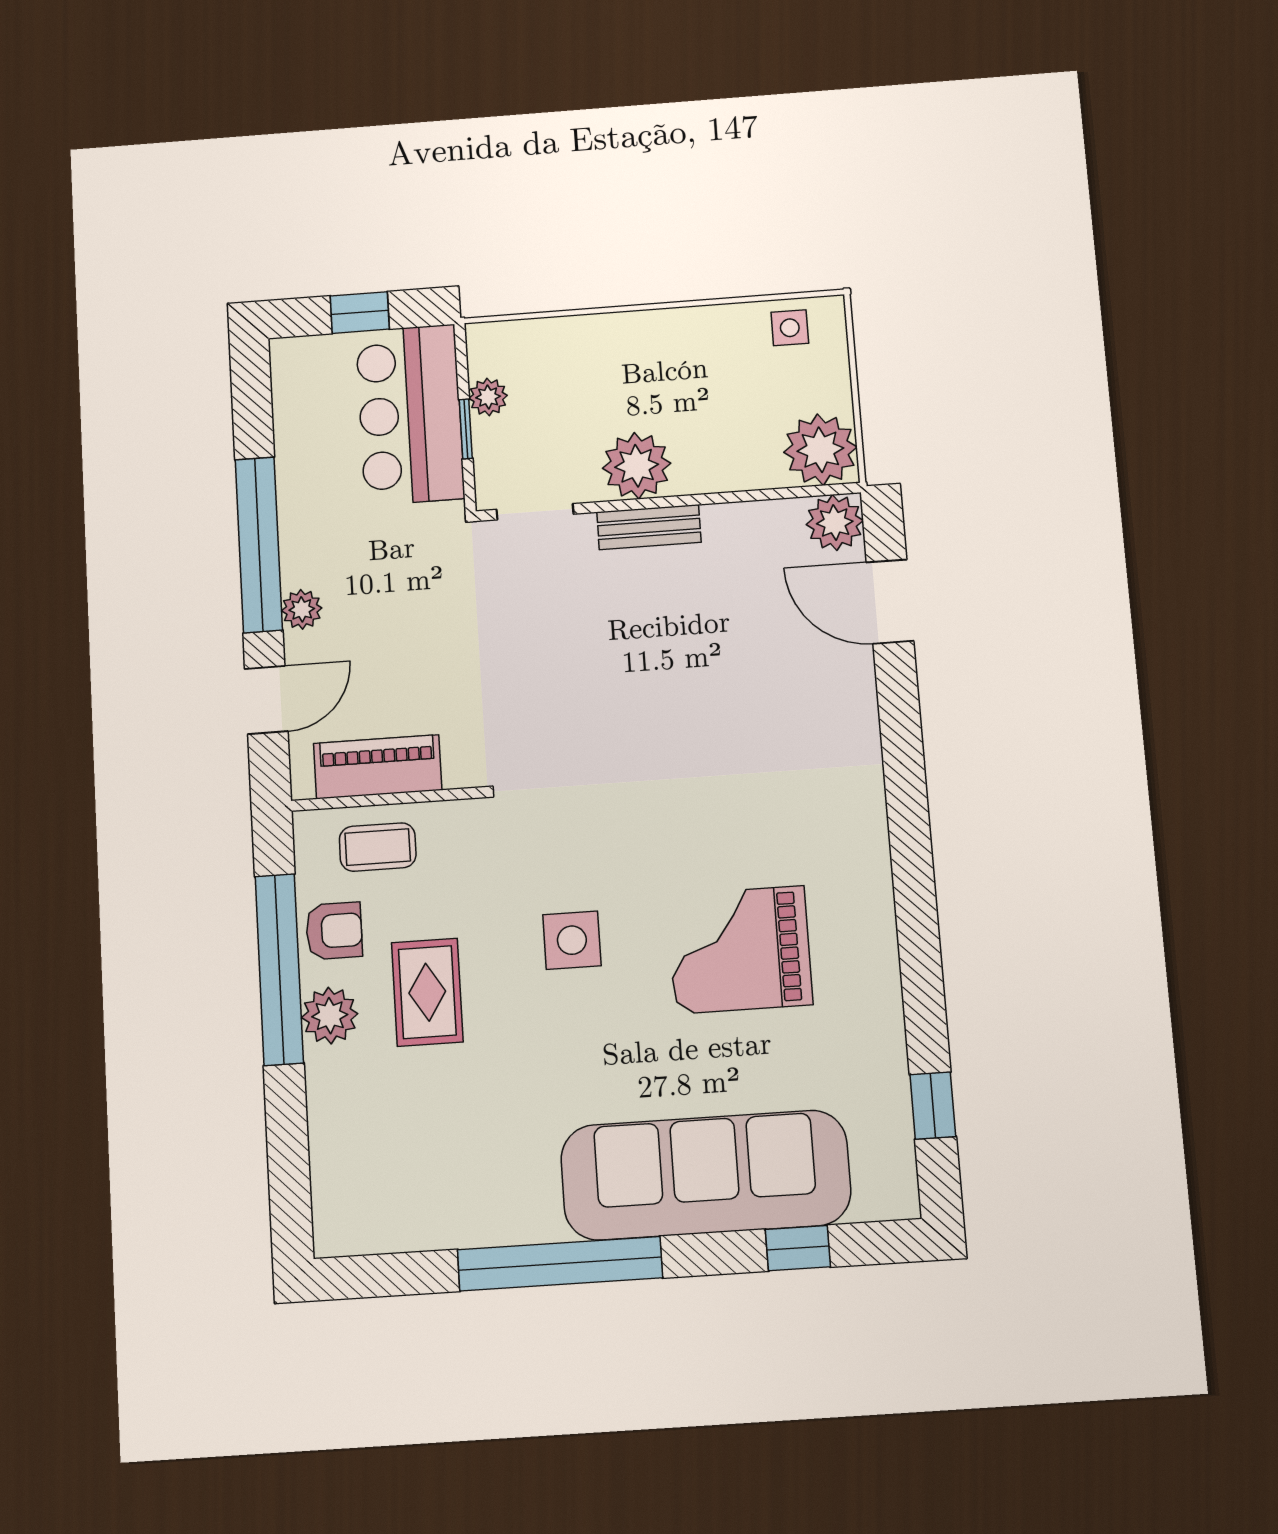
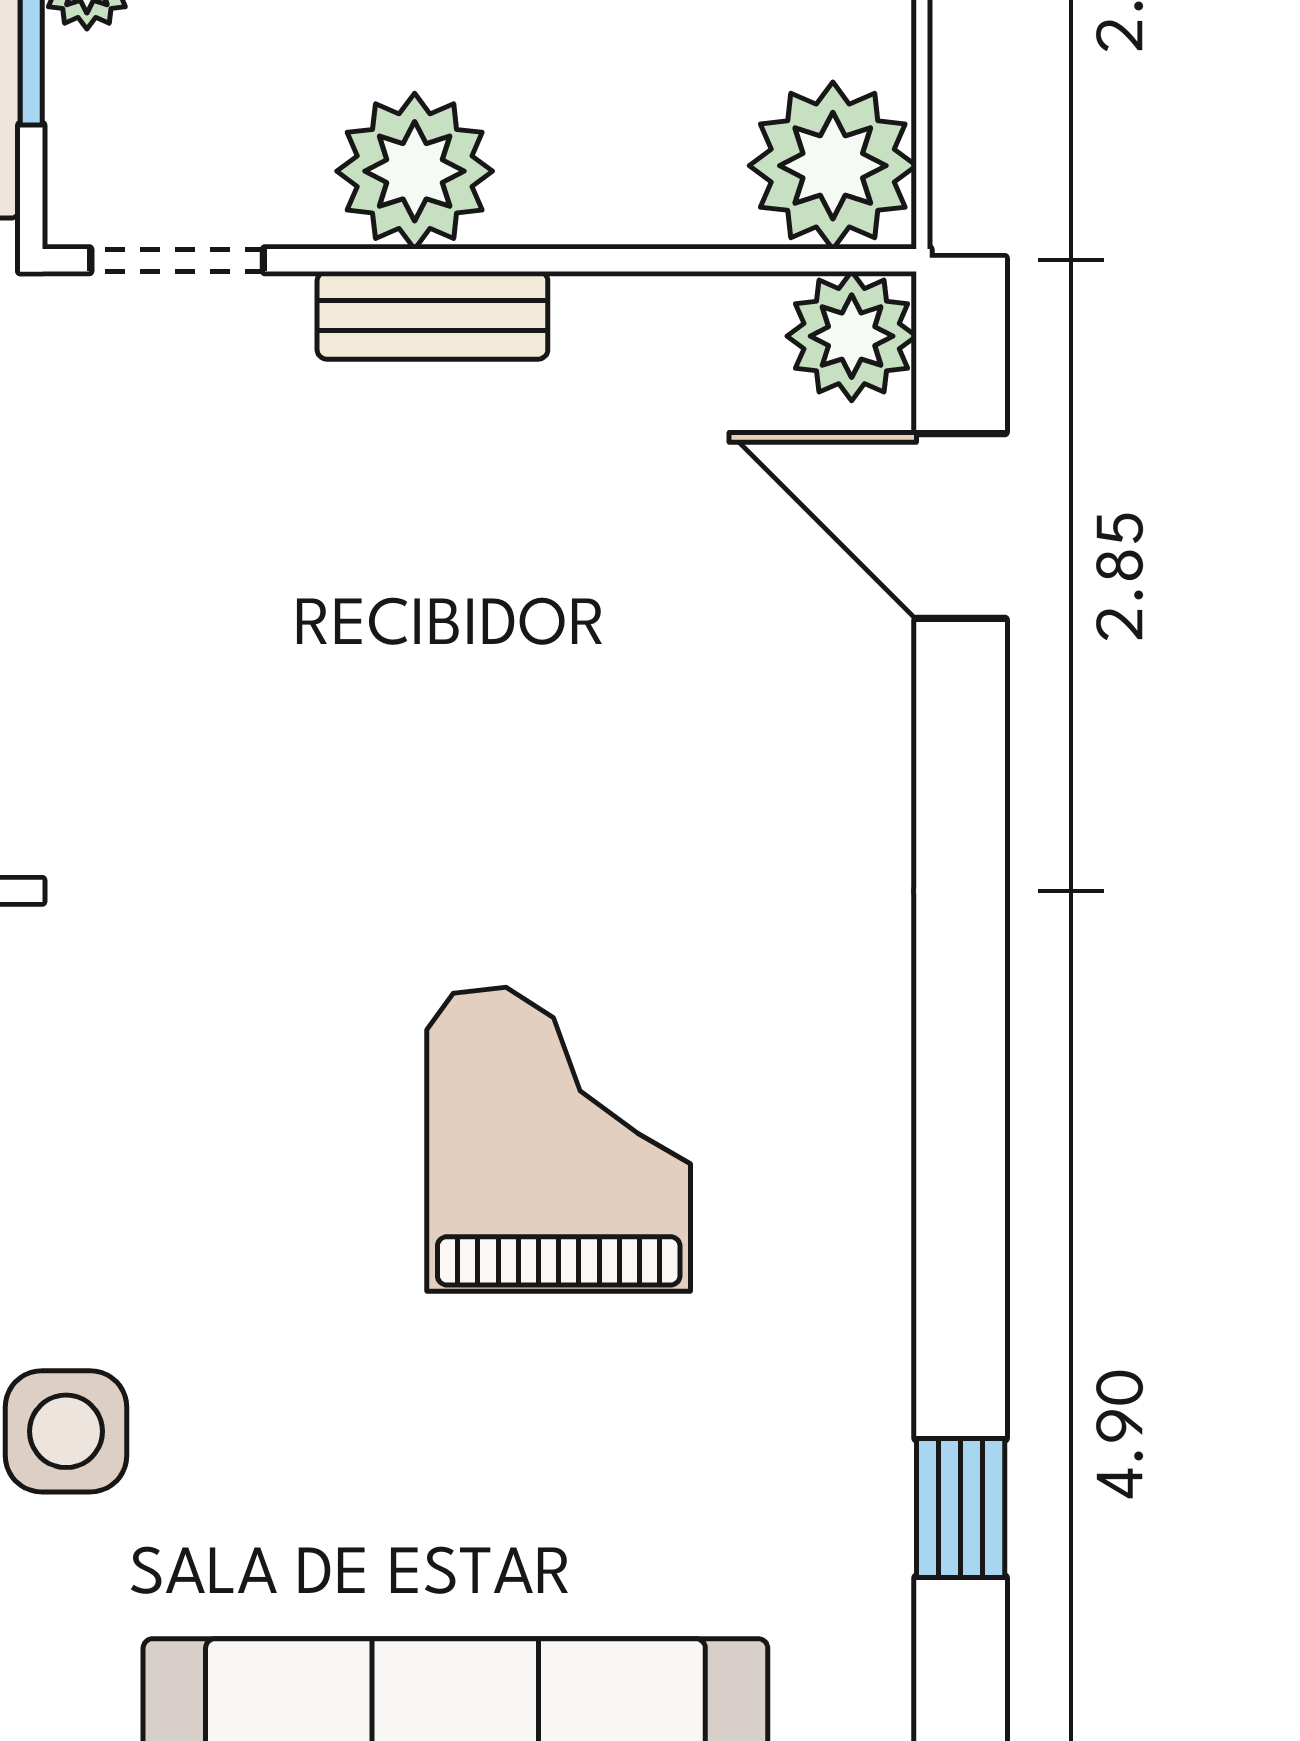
side table: (572, 940) -> (66, 1431), moved
grand piano: (740, 950) -> (559, 1139), moved, turned 90
window: (933, 1105) -> (961, 1508), moved

